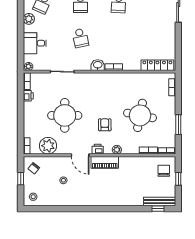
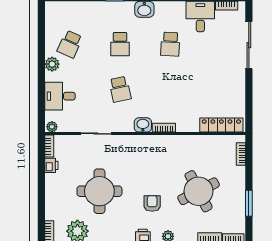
round table: (140, 115) -> (199, 191), turned -38

